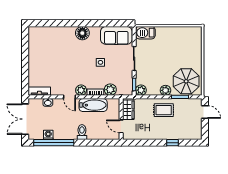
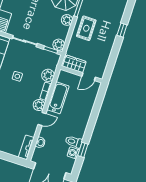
toilet: (82, 132) -> (74, 142), moved
window: (54, 143) -> (83, 150), width x0.32

